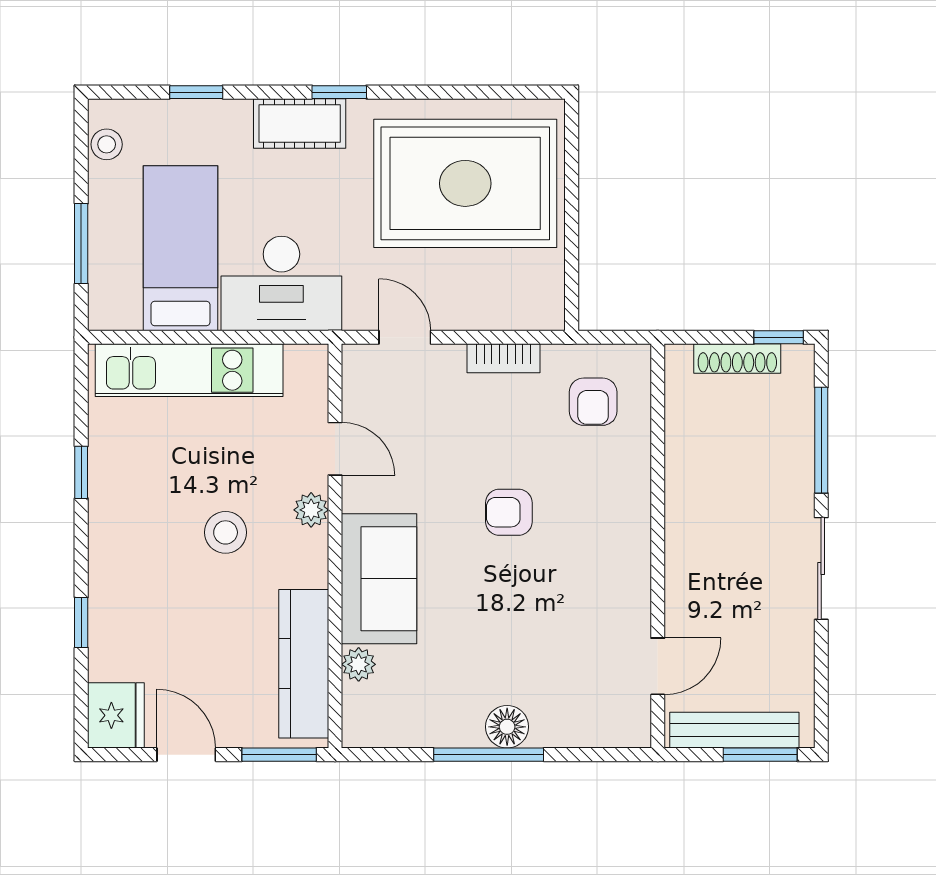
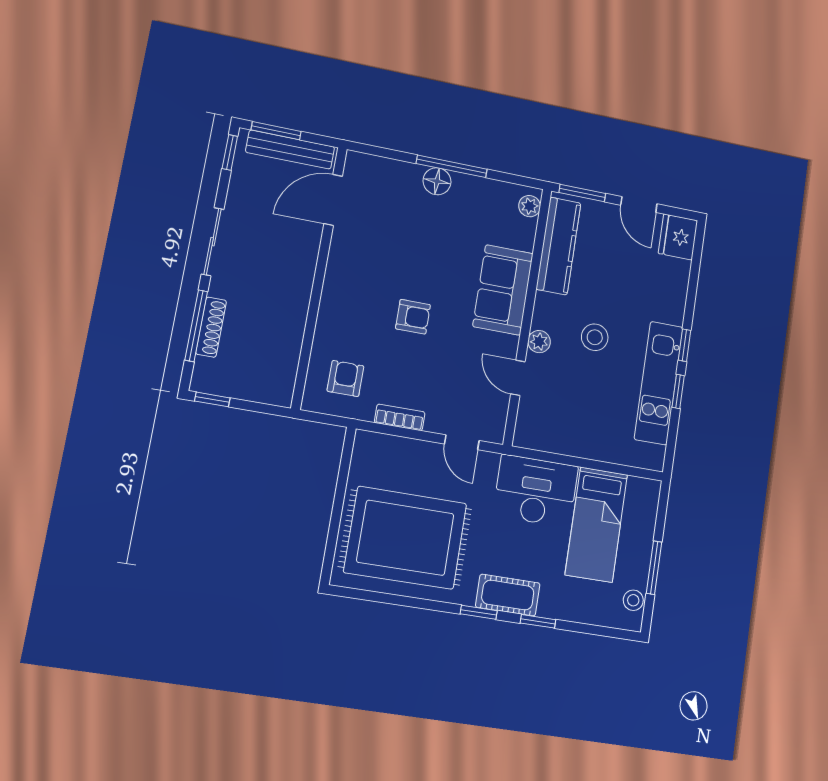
window: (196, 92) -> (538, 621), moved
window: (81, 244) -> (654, 568), moved
shoe rack: (737, 359) -> (211, 327), moved, turned 90
kitchen unit: (189, 370) -> (659, 383), moved, turned -90
window: (81, 623) -> (685, 345), moved
plant: (359, 664) -> (530, 206), moved
door: (658, 666) -> (333, 200), width x1.38
window: (821, 707) -> (230, 153), added

